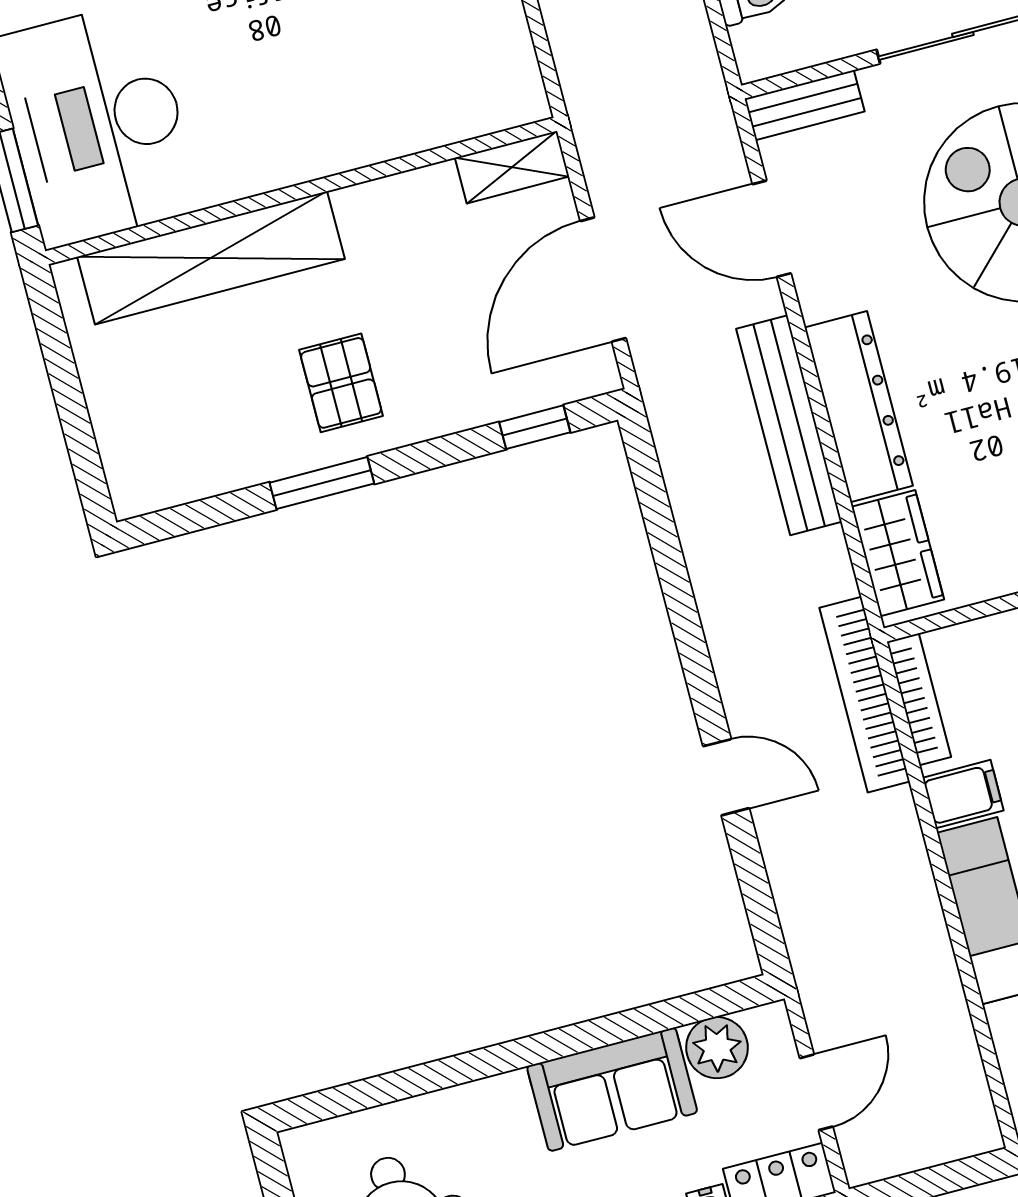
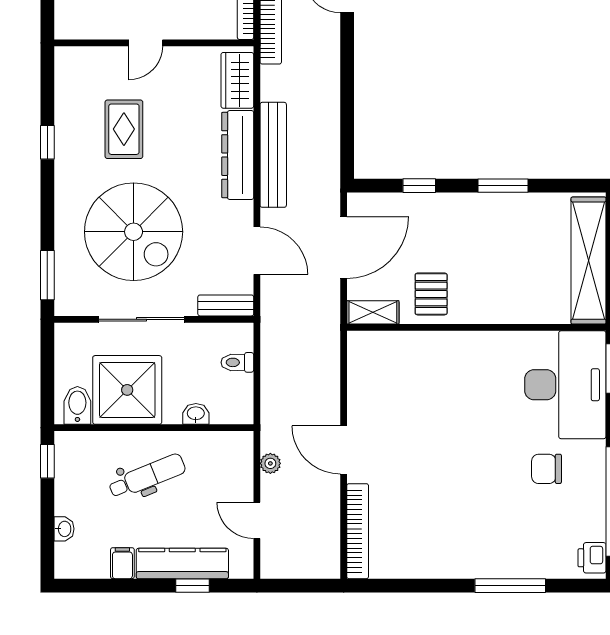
shelving: (211, 258) -> (588, 261), moved, turned 90
pallet: (341, 383) -> (431, 294), moved
window: (535, 427) -> (419, 186), moved

